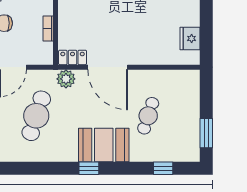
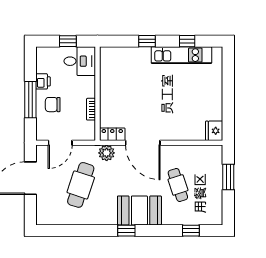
fridge: (190, 38) -> (214, 131), moved
cafe table: (148, 116) -> (178, 185), turned -36
window: (206, 133) -> (228, 177), moved

